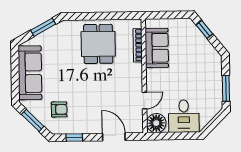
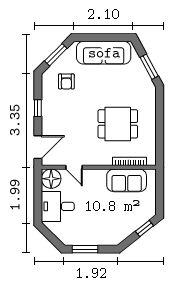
dining table: (98, 44) -> (118, 124), moved
door: (114, 137) -> (38, 147), moved
window: (74, 138) -> (38, 108), moved

